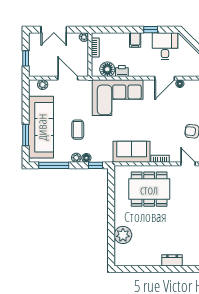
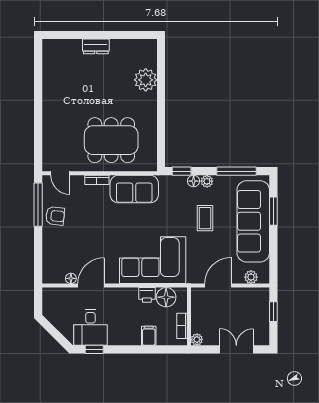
window: (151, 30) -> (94, 349), moved
filing cabinet: (135, 40) -> (149, 336), moved
door: (68, 78) -> (218, 286), swing flipped
dresser: (172, 260) -> (96, 46), moved

